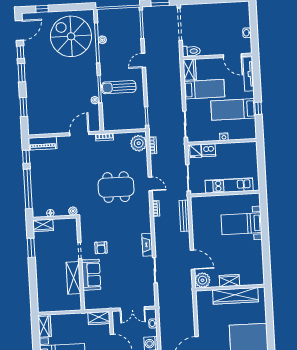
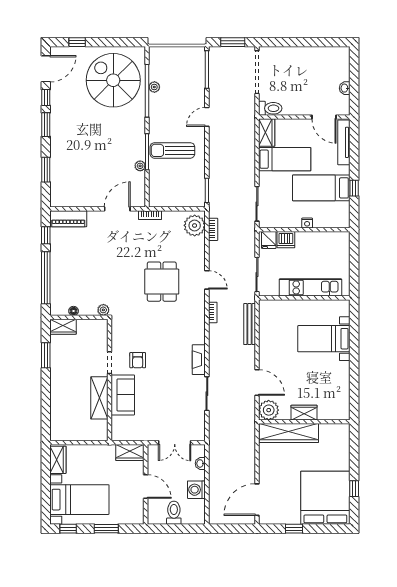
dining table: (116, 187) -> (162, 282), width x0.73
wardrobe: (235, 296) -> (289, 433), moved
window: (271, 336) -> (354, 489), added

